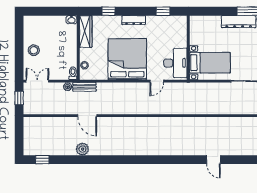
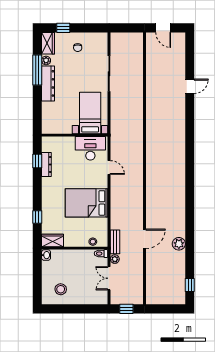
dresser: (134, 20) -> (46, 165), moved
wardrobe: (86, 31) -> (53, 240), width x0.67
stool: (34, 50) -> (61, 289), moved
bed: (127, 59) -> (86, 203), width x0.73
double door: (37, 81) -> (109, 278), moved
door: (213, 160) -> (190, 86), moved

